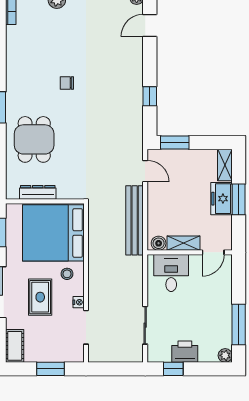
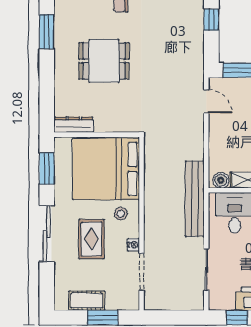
dining table: (34, 139) -> (104, 61), moved, turned 90
dresser: (38, 192) -> (74, 125), moved
bench: (135, 220) -> (195, 199), moved
cot: (15, 346) -> (87, 301), moved, turned 90

